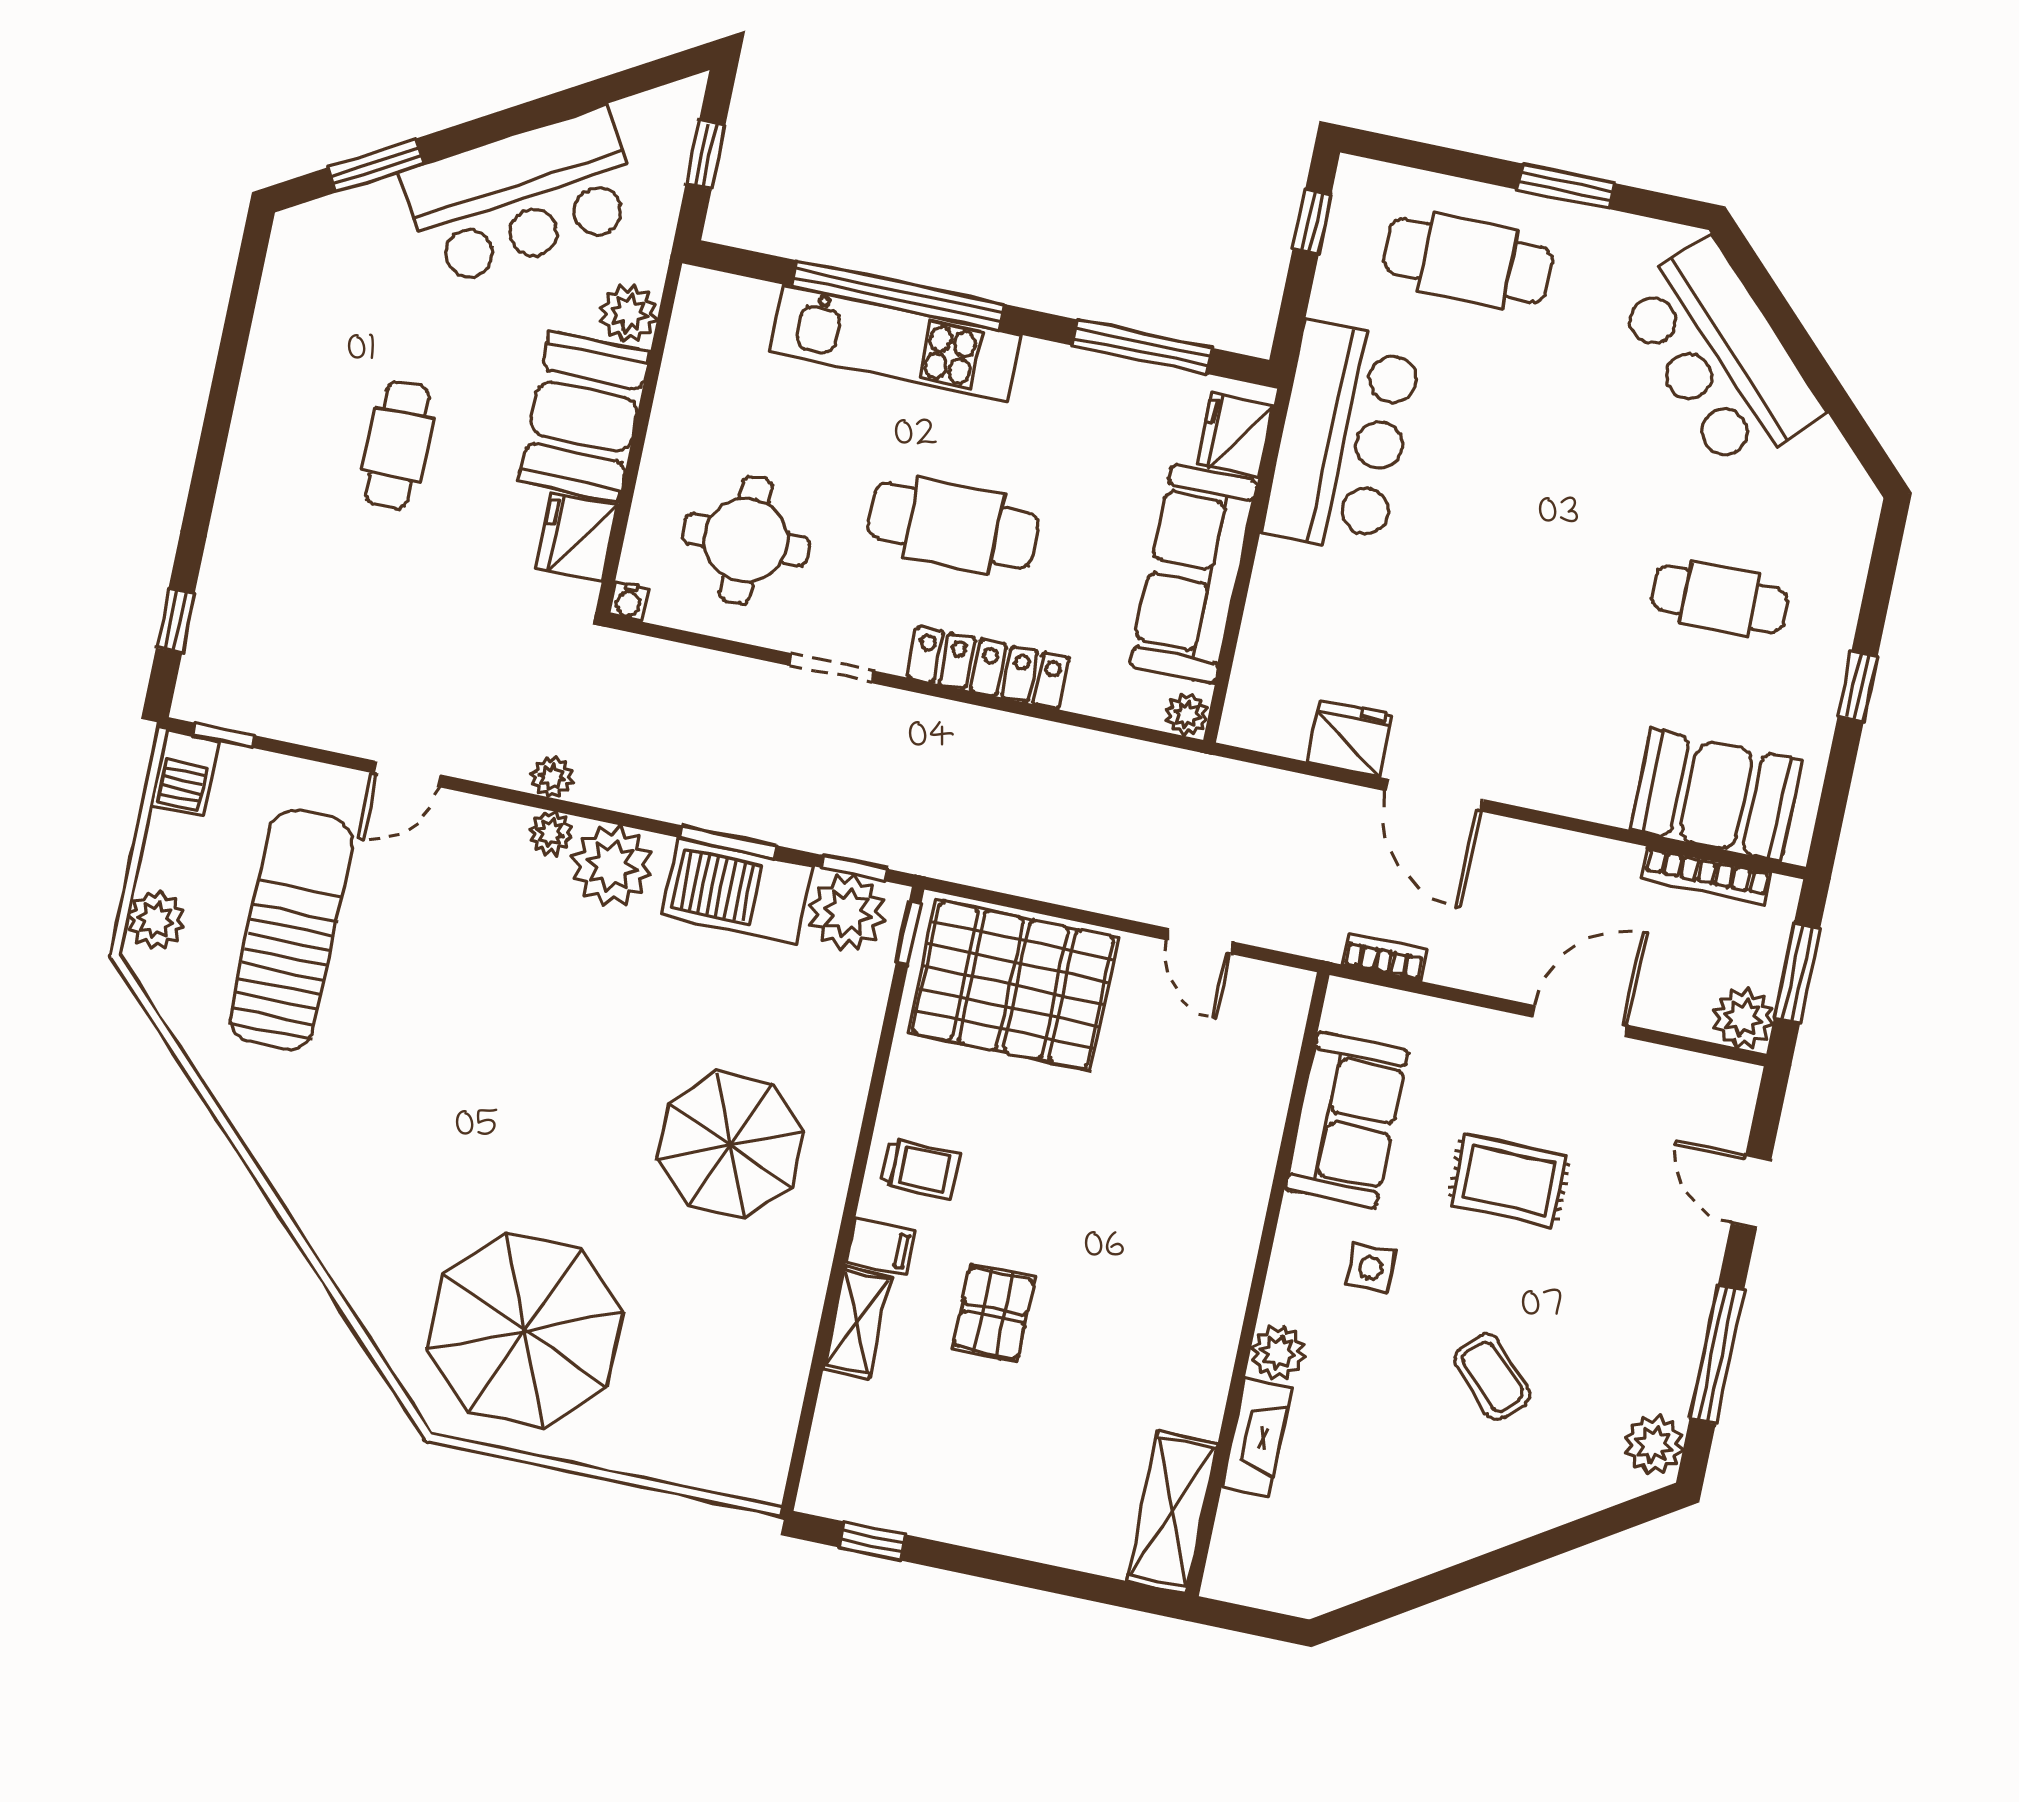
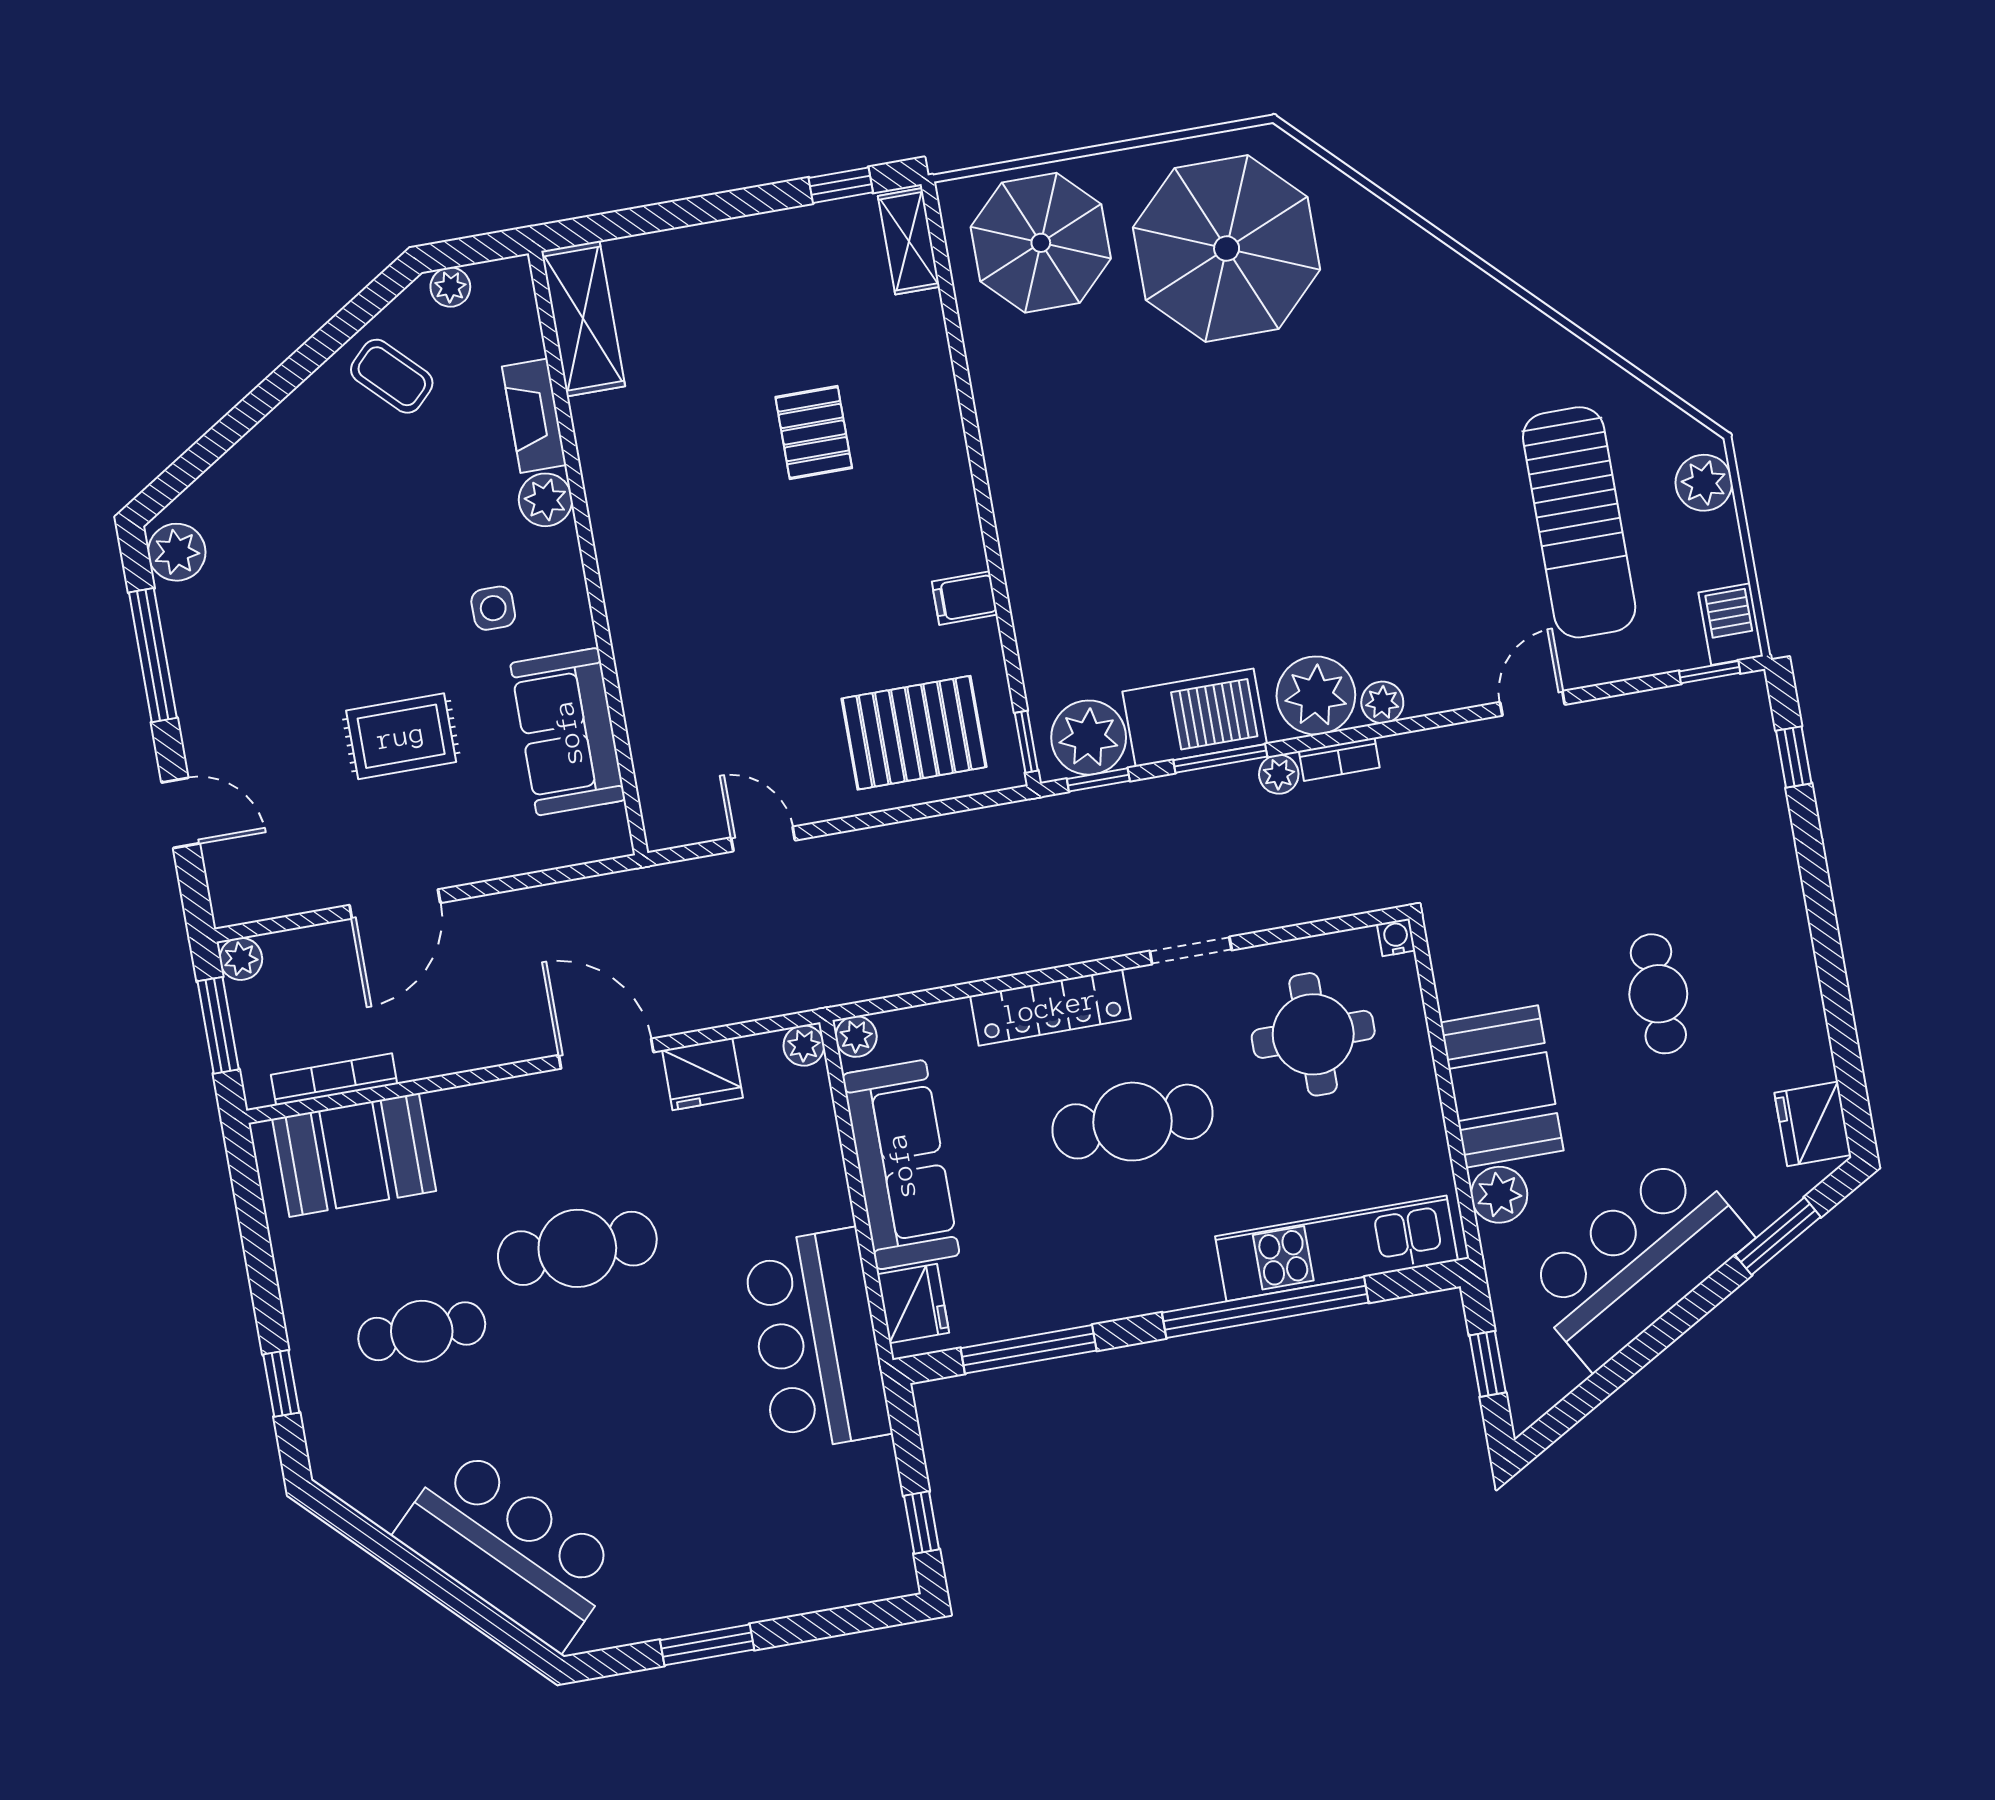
cafe table: (1468, 260) -> (577, 1248), moved
kitchen unit: (895, 343) -> (1337, 1248), moved
fridge: (577, 537) -> (1813, 1124), moved, turned 180
window: (1858, 686) -> (281, 1383), moved
plant: (1241, 726) -> (804, 1046), added
plant: (552, 777) -> (1279, 774), moved
bookcase: (1385, 957) -> (1339, 759), moved
pallet: (1013, 985) -> (914, 733), width x0.73, depth x0.71
plant: (1743, 1018) -> (241, 959), width x0.73, depth x0.73
parasol: (730, 1145) -> (1041, 243), moved
trolley: (920, 1169) -> (932, 535), removed
filing cabinet: (880, 1247) -> (965, 598), moved
shelving: (857, 1323) -> (909, 241), moved
coffee table: (1492, 1377) -> (392, 376), moved
plant: (1288, 1594) -> (450, 287), added

